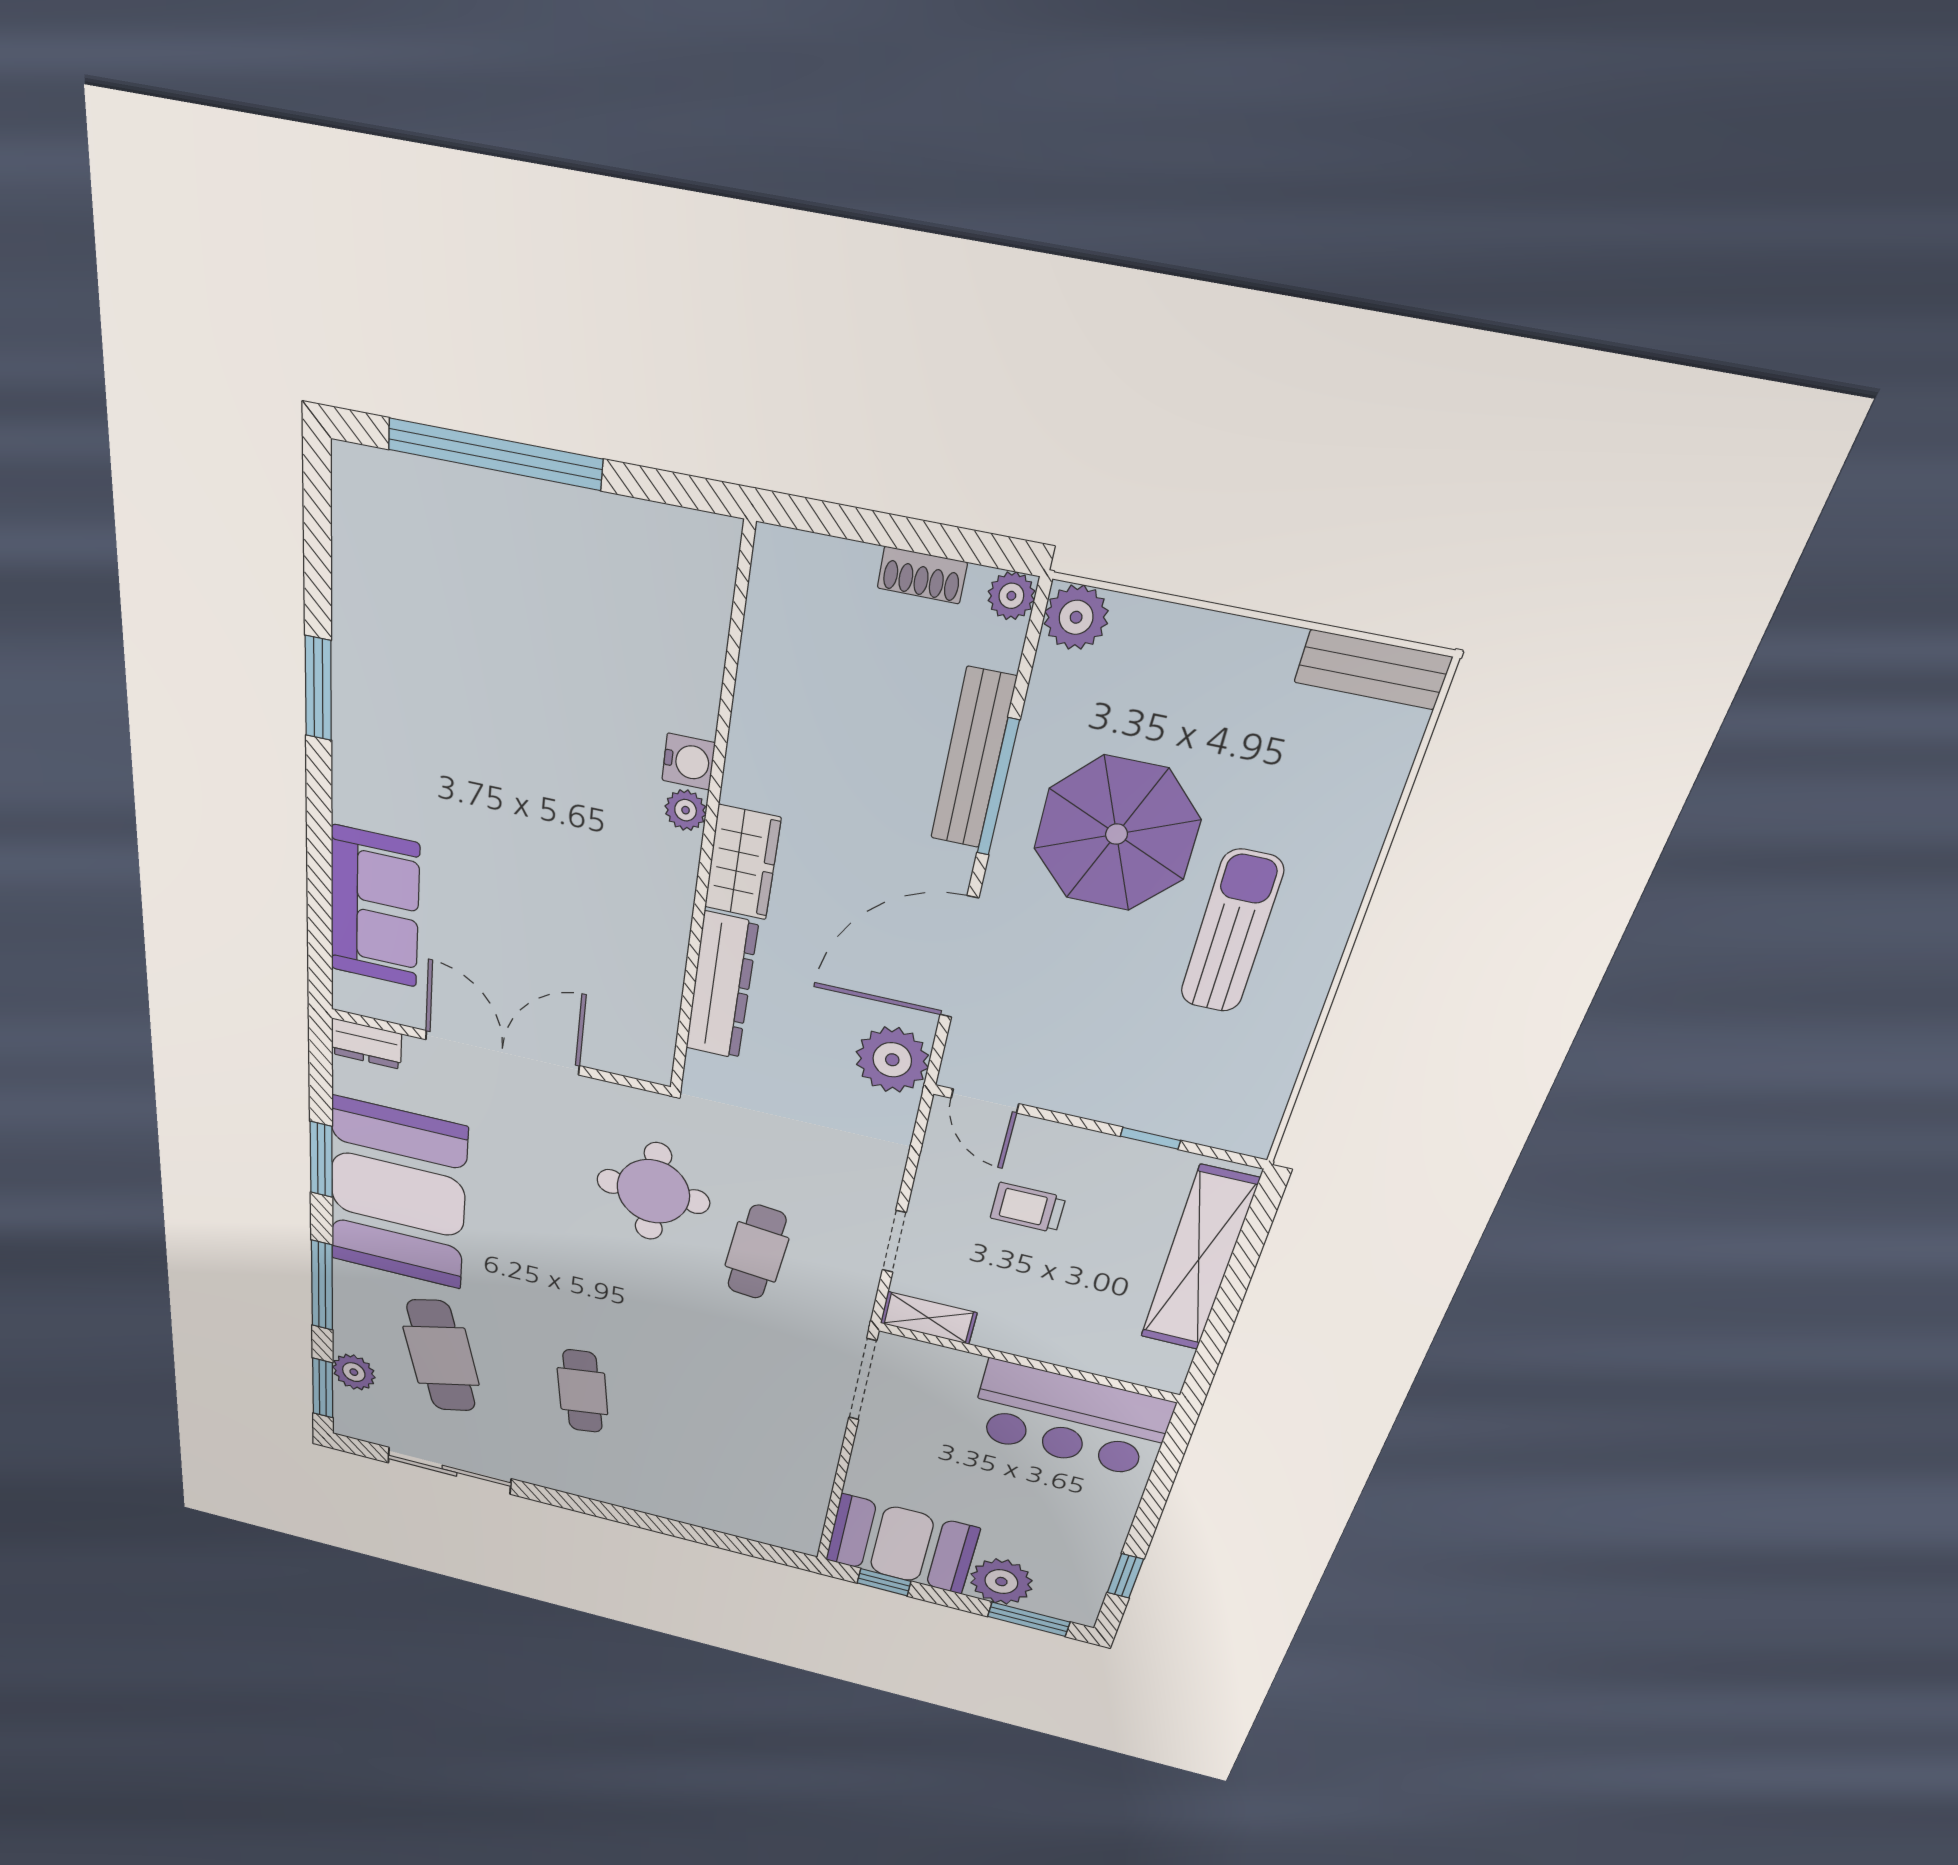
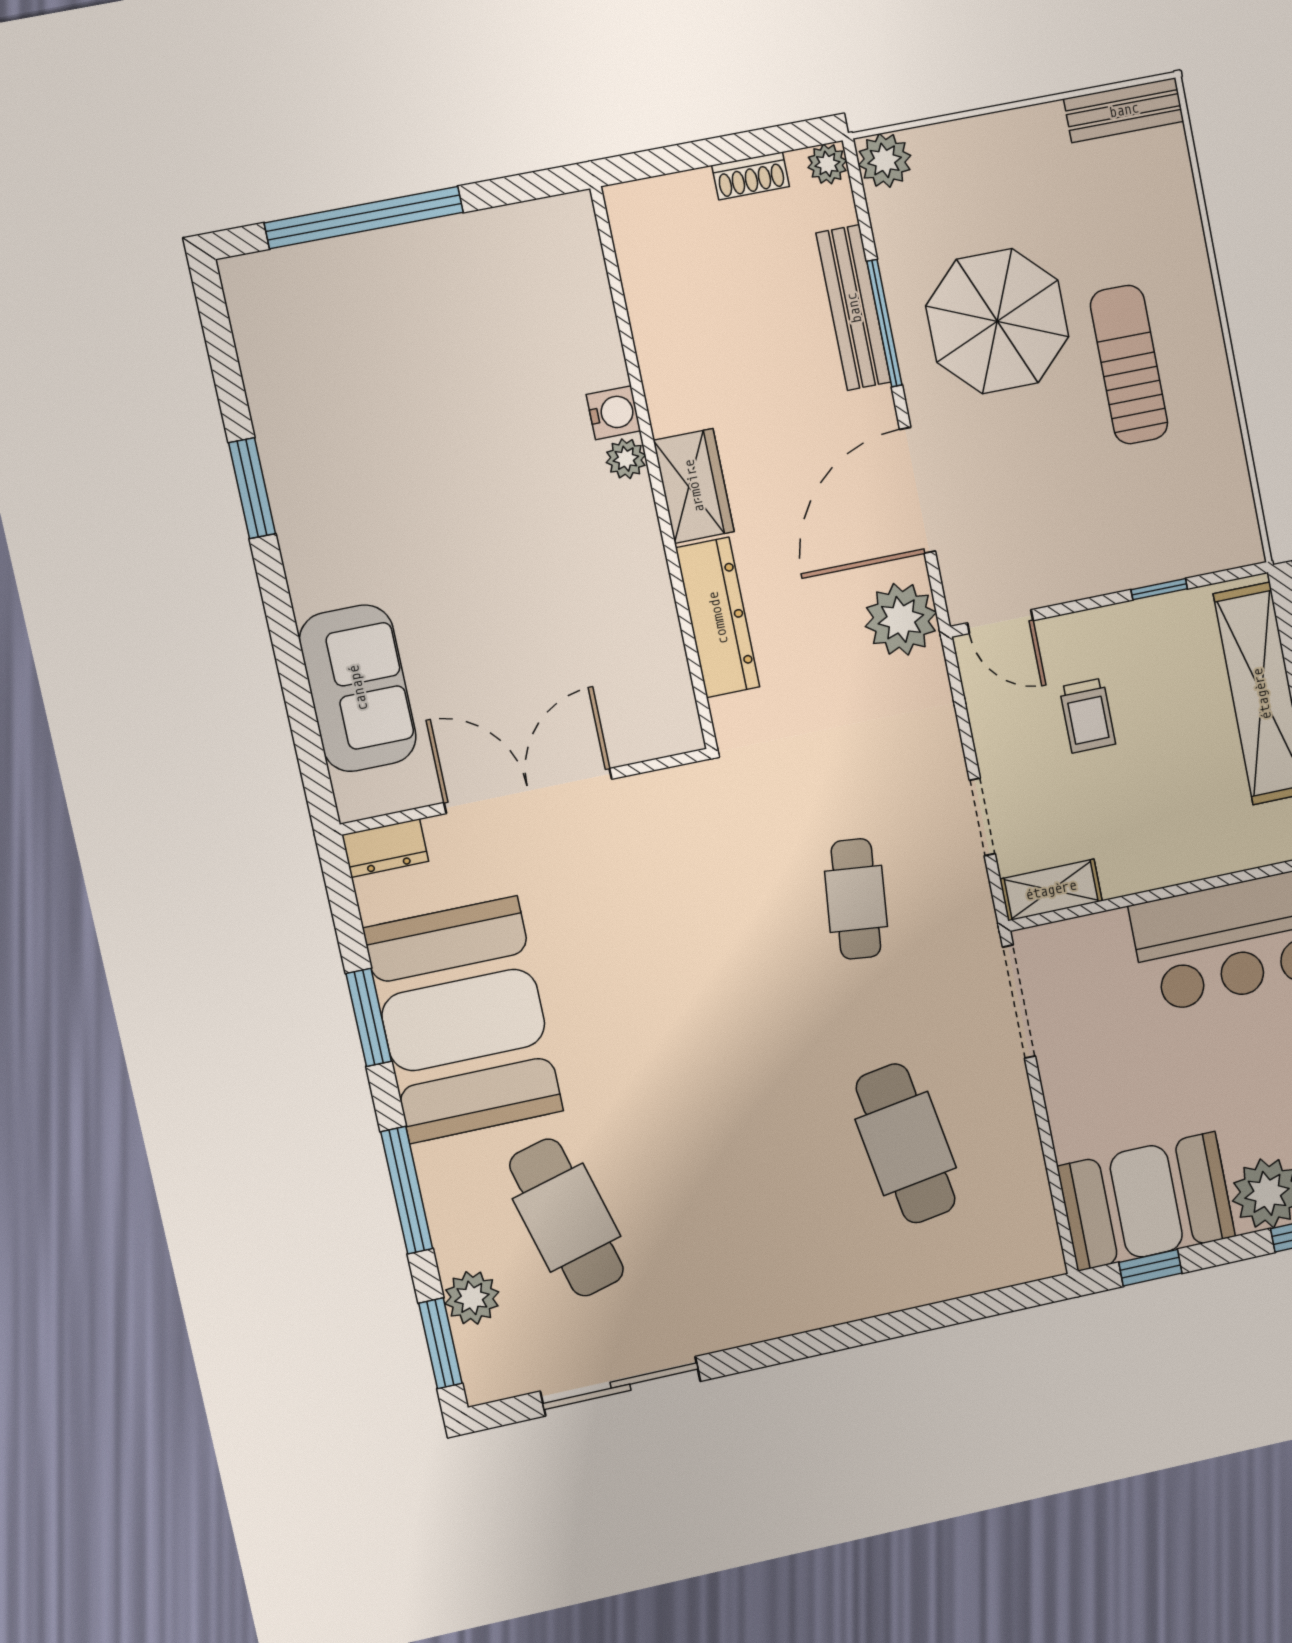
round table: (653, 1192) -> (729, 879), removed
trolley: (1028, 1208) -> (1087, 716), turned -90
cafe table: (583, 1391) -> (906, 1144), moved, width x1.37, depth x1.35

